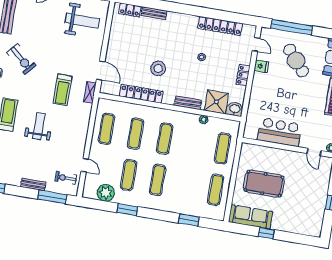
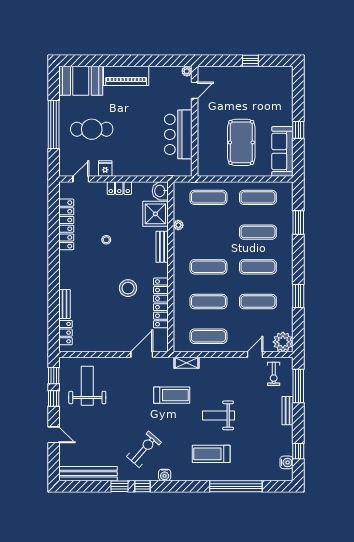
window: (292, 27) -> (54, 124), moved
cafe table: (296, 61) -> (92, 129), turned 40
shelving: (90, 92) -> (187, 363), moved
exercise mat: (187, 185) -> (258, 232), added
plant: (106, 193) -> (283, 342), moved

